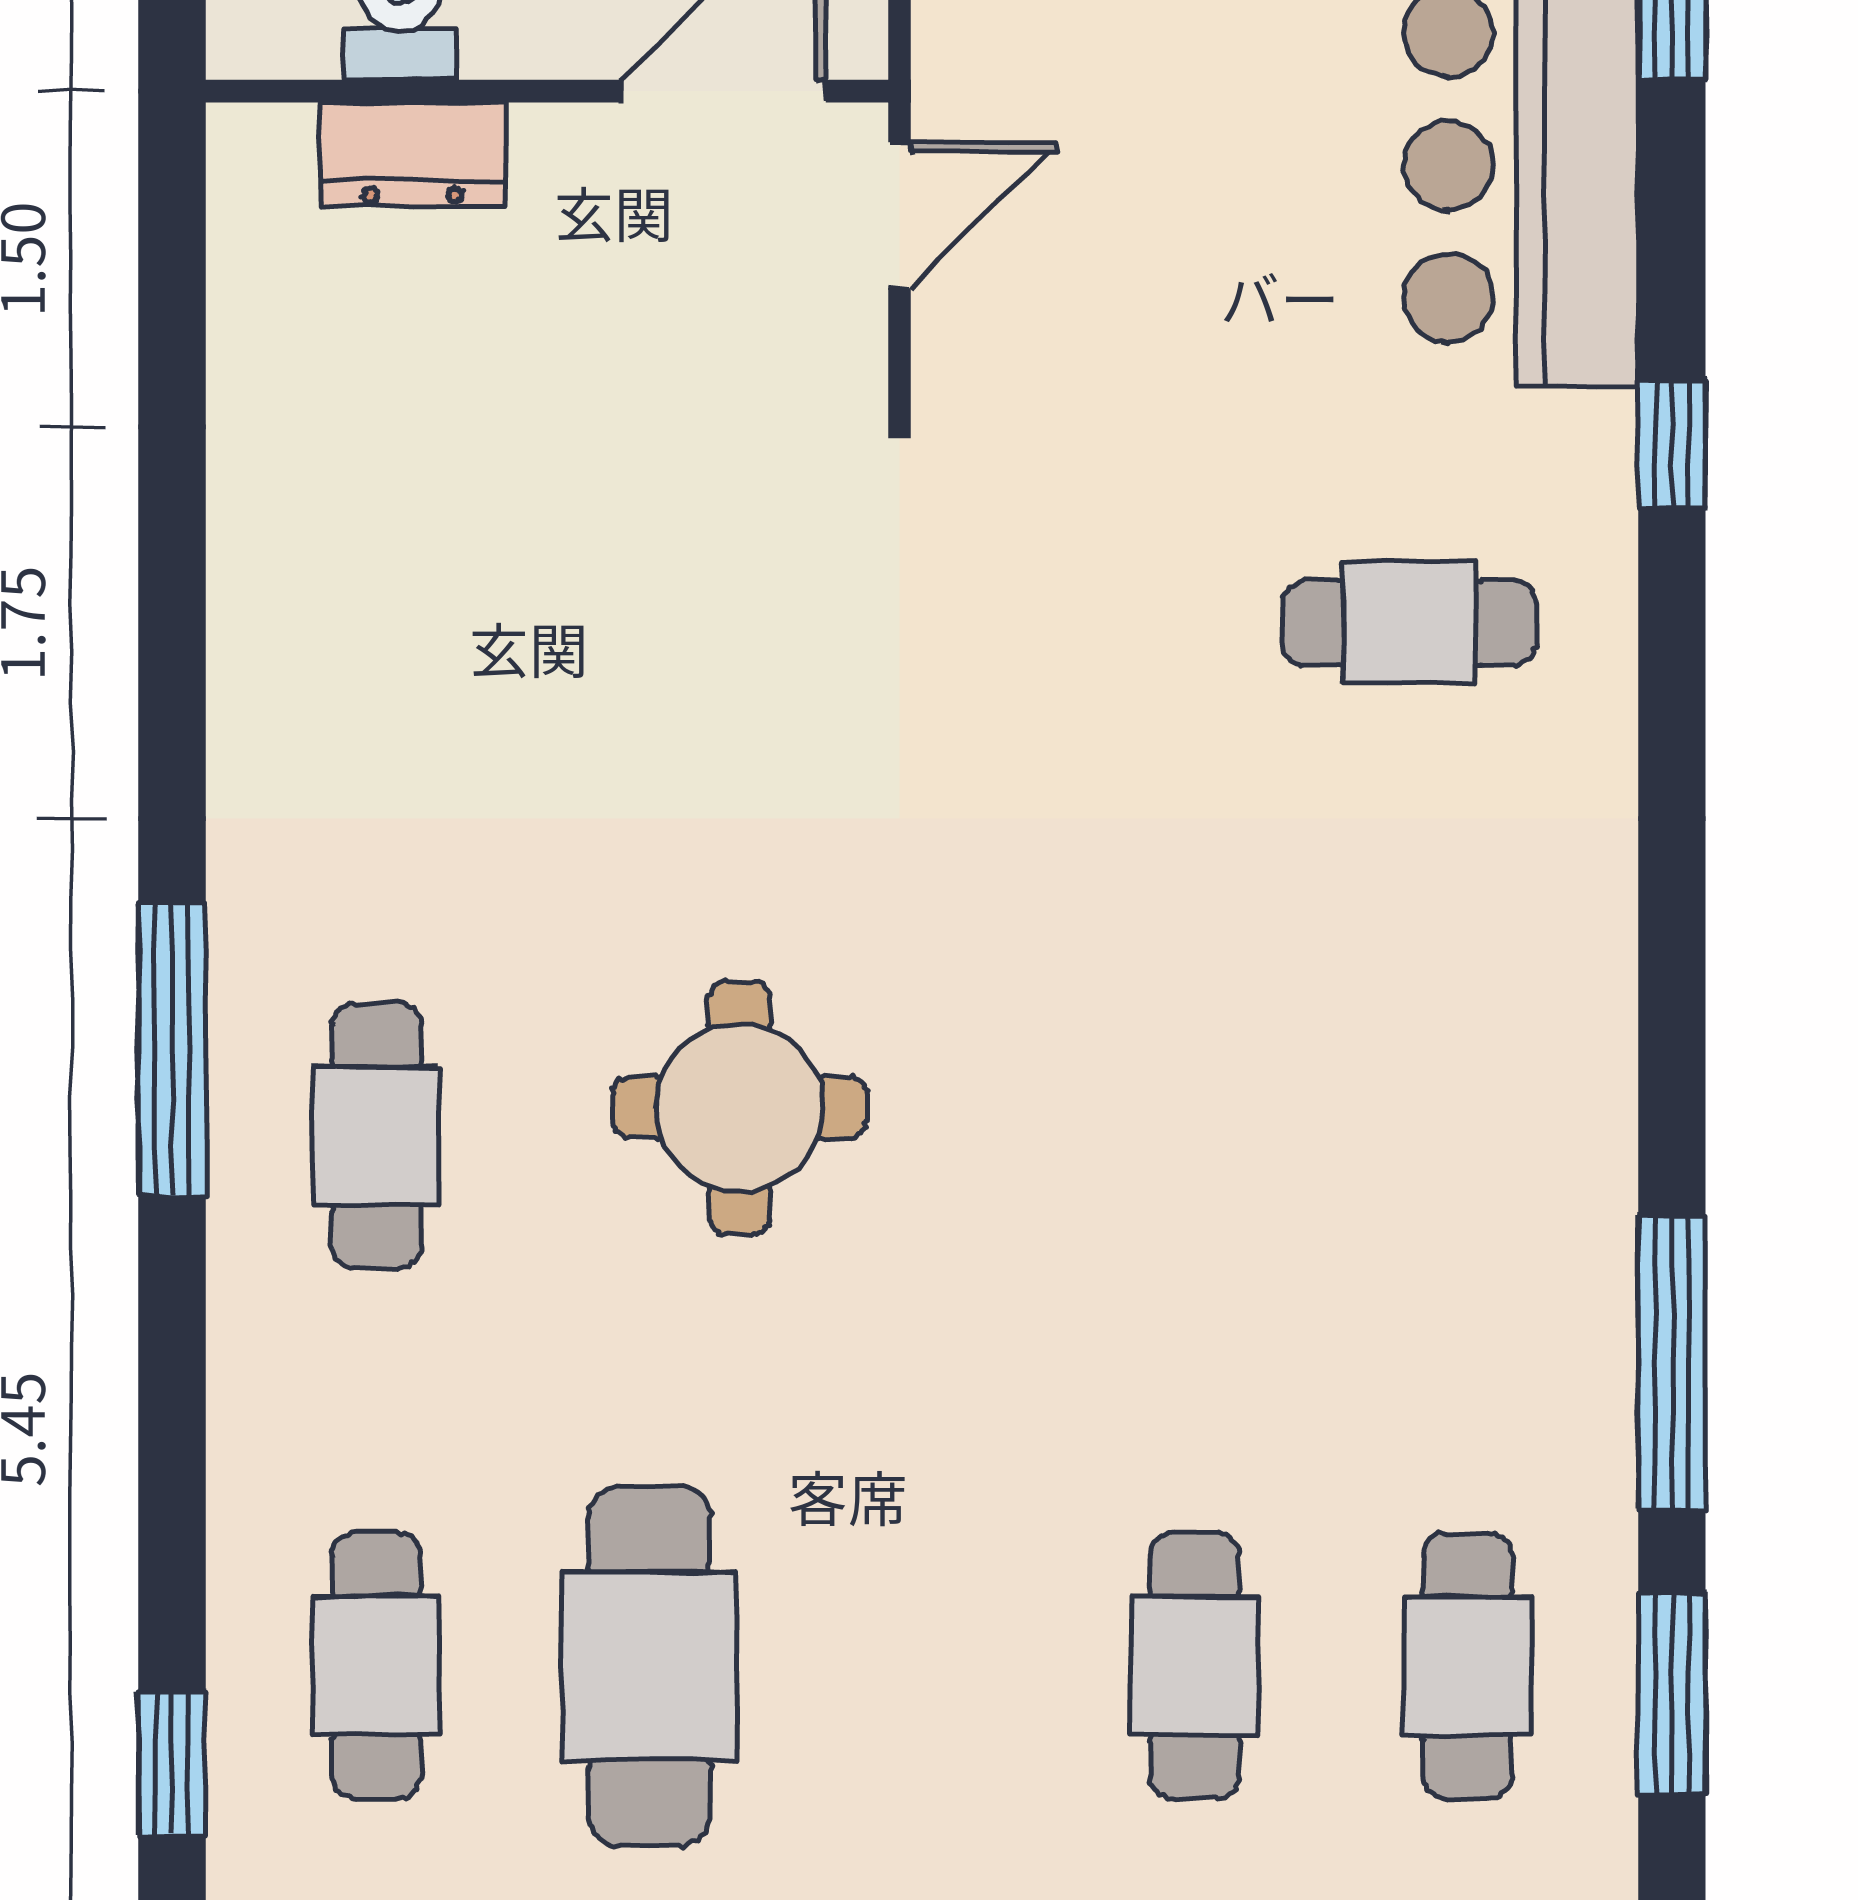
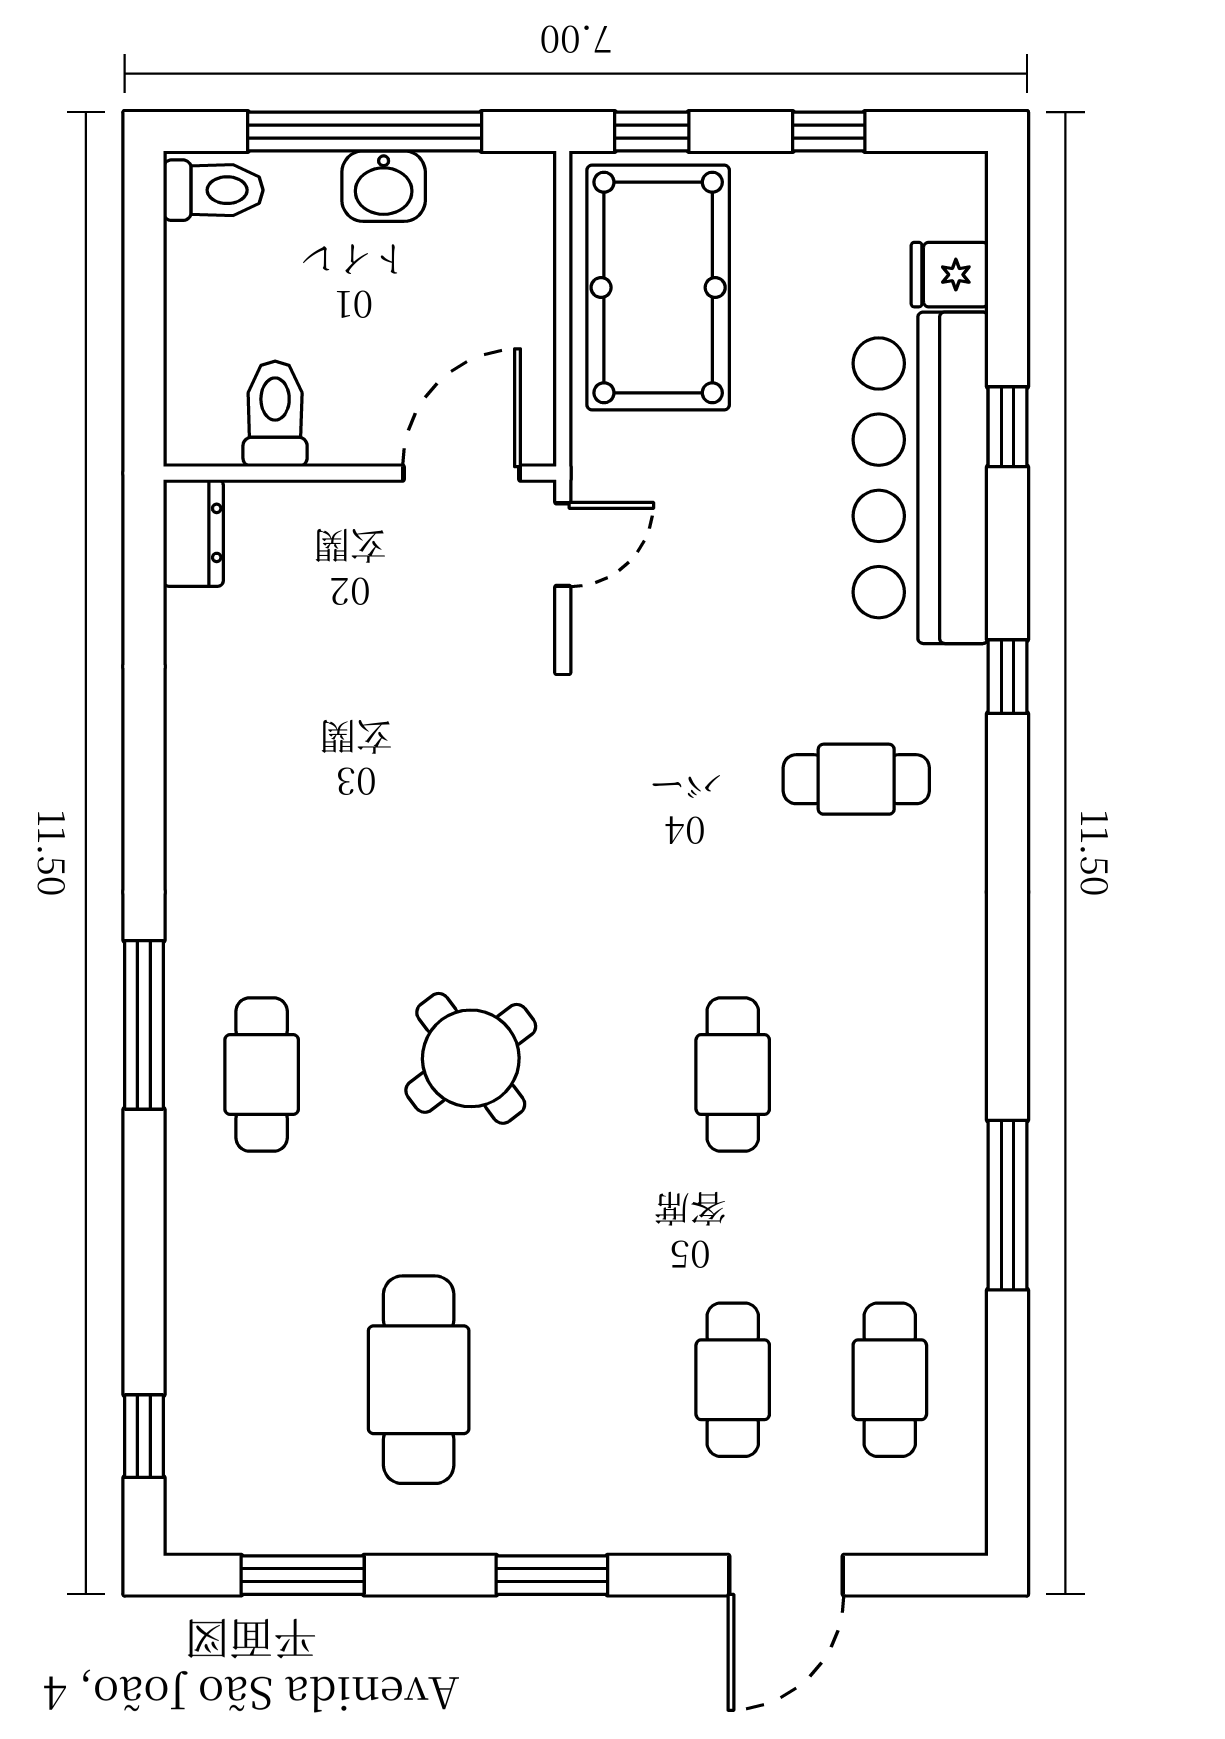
dresser: (413, 154) -> (193, 533), moved, turned -90
round table: (740, 1108) -> (471, 1058), turned -37
cafe table: (376, 1666) -> (733, 1075), moved
window: (1672, 1694) -> (1007, 1396), removed

